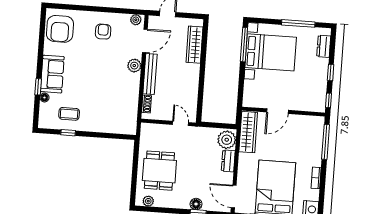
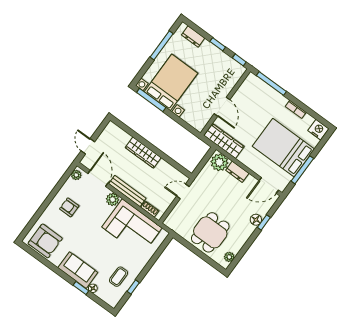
wardrobe: (194, 45) -> (143, 153), moved
corner sofa: (120, 98) -> (132, 227), added
dining table: (159, 171) -> (210, 232), turned 90

